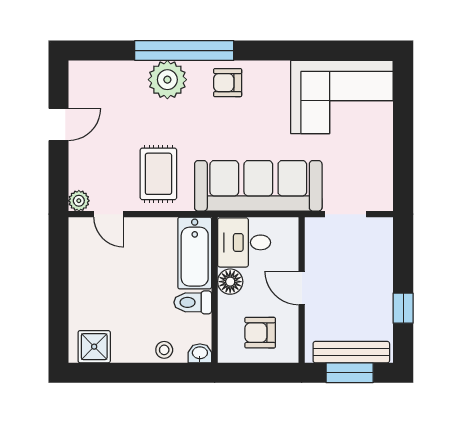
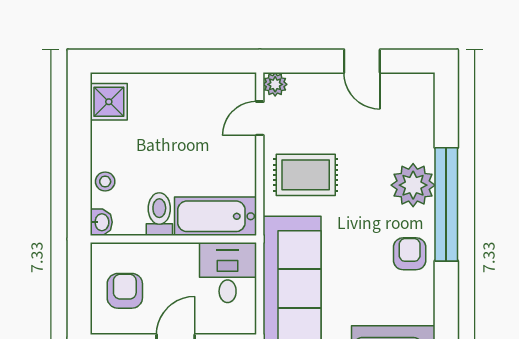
floor lamp: (230, 282) -> (183, 257), removed

